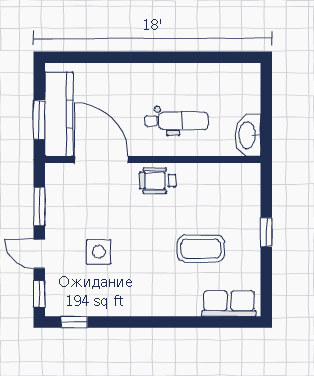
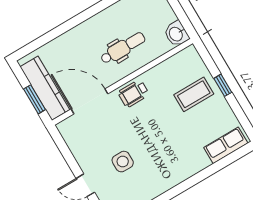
washbasin: (248, 135) -> (176, 34), width x0.72
window: (39, 206) -> (67, 155), removed
coffee table: (201, 249) -> (194, 94), moved

